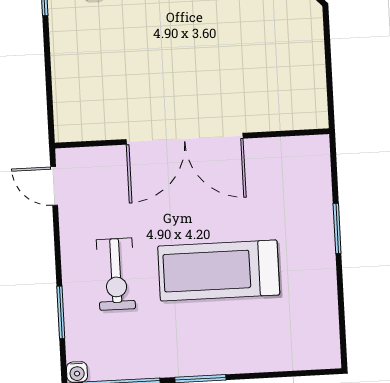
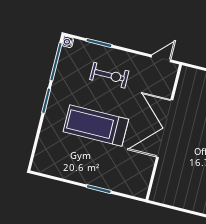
treadmill: (219, 270) -> (96, 126), turned -90
exercise bike: (116, 274) -> (109, 75), turned 180

